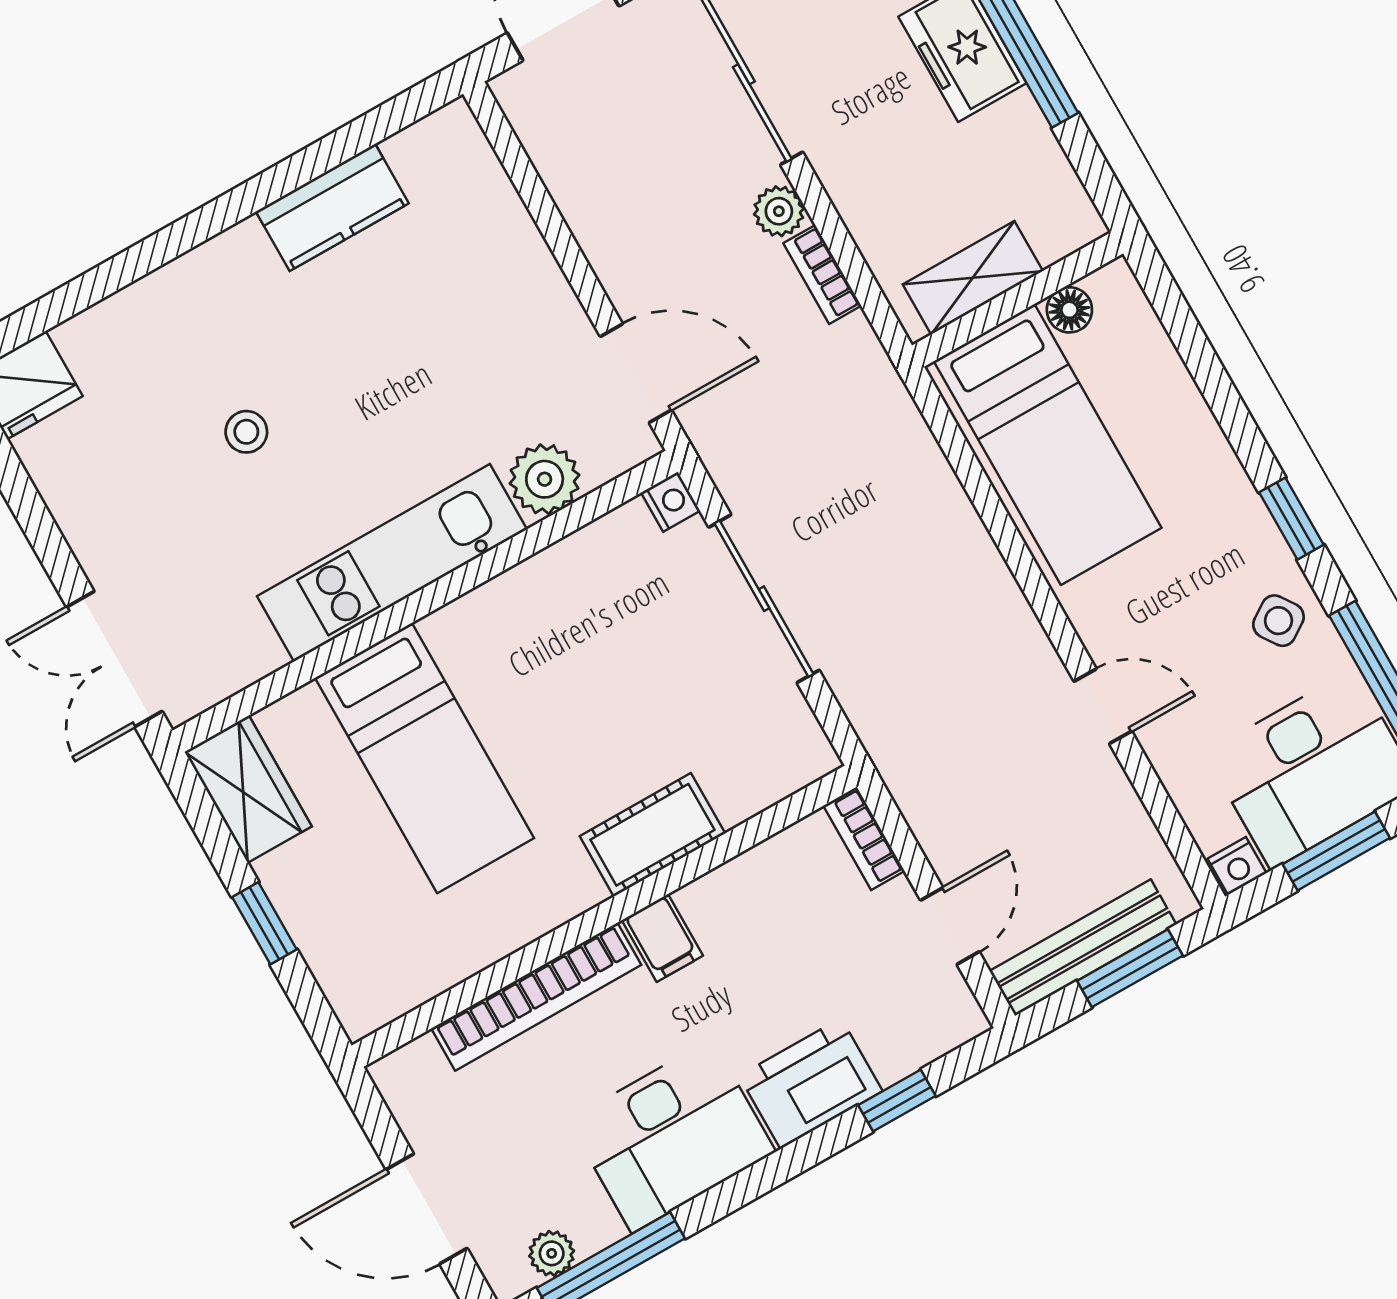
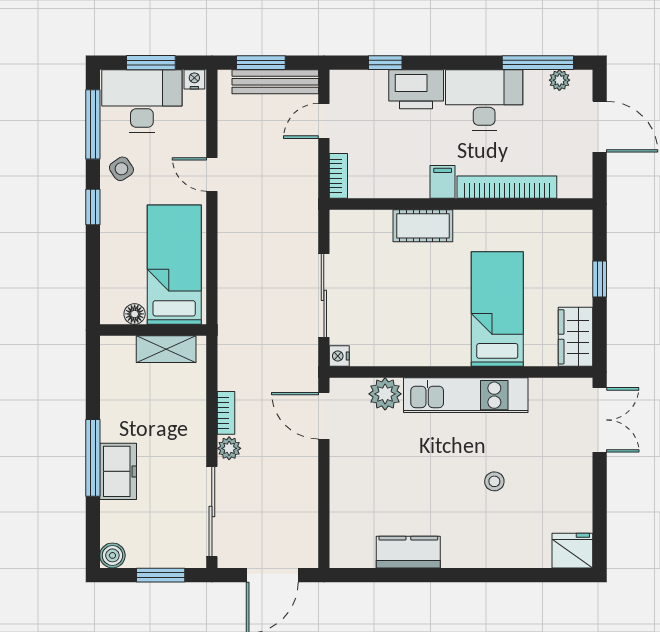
shelving: (973, 278) -> (166, 349), moved
wall: (1018, 299) -> (153, 330), moved
floor lamp: (1069, 310) -> (135, 314), moved
bed: (1048, 444) -> (174, 265), moved

